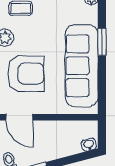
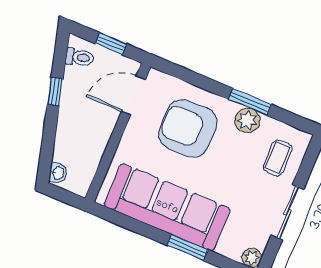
armchair: (26, 74) -> (188, 128), turned 90

